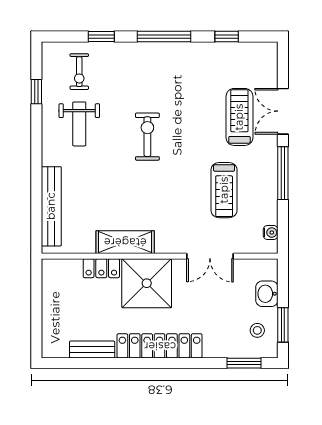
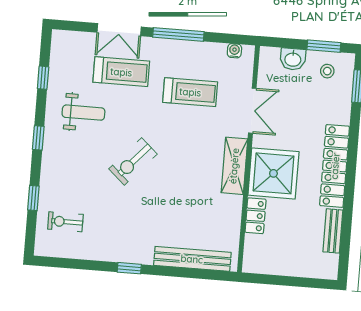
window: (164, 36) -> (38, 138), width x0.46
exercise bike: (79, 72) -> (65, 222), turned 180
window: (36, 92) -> (129, 268), moved
treadmill: (239, 117) -> (121, 72), turned 180
weight bench: (79, 124) -> (83, 113), moved
exercise bike: (147, 137) -> (133, 161), turned -48
shelving: (125, 242) -> (234, 166), moved

